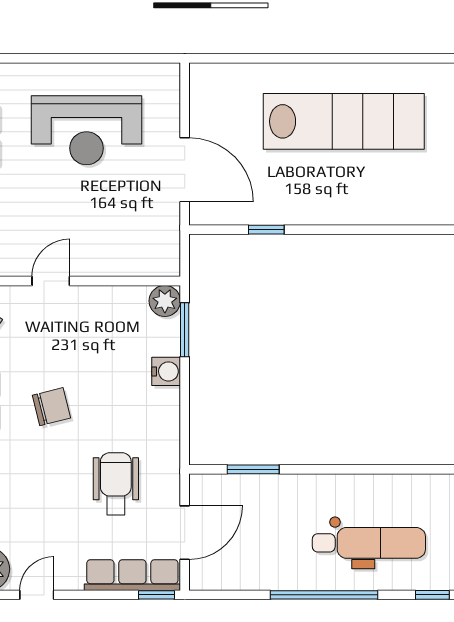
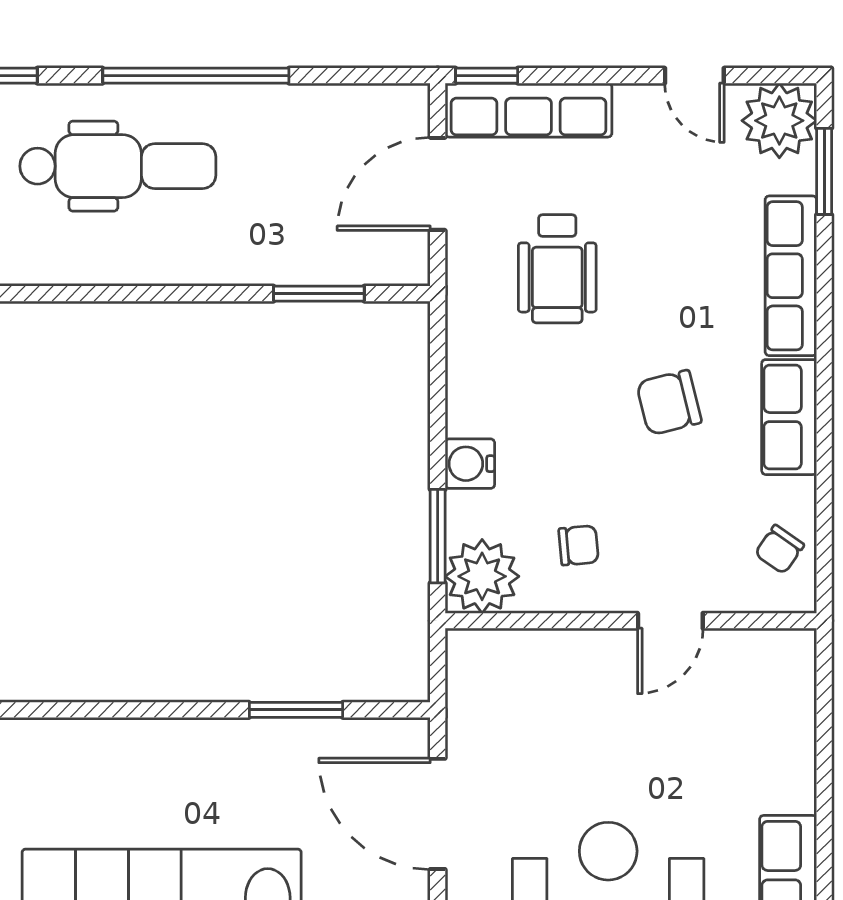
window: (266, 230) -> (296, 710), width x1.50
plant: (165, 301) -> (482, 576), width x1.36, depth x1.36
chair: (104, 324) -> (579, 545), added
dental chair: (369, 543) -> (118, 166), turned 180
door: (37, 595) -> (694, 76), hinge flipped

